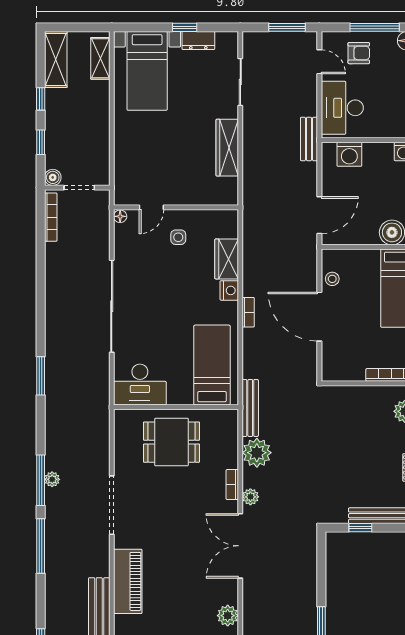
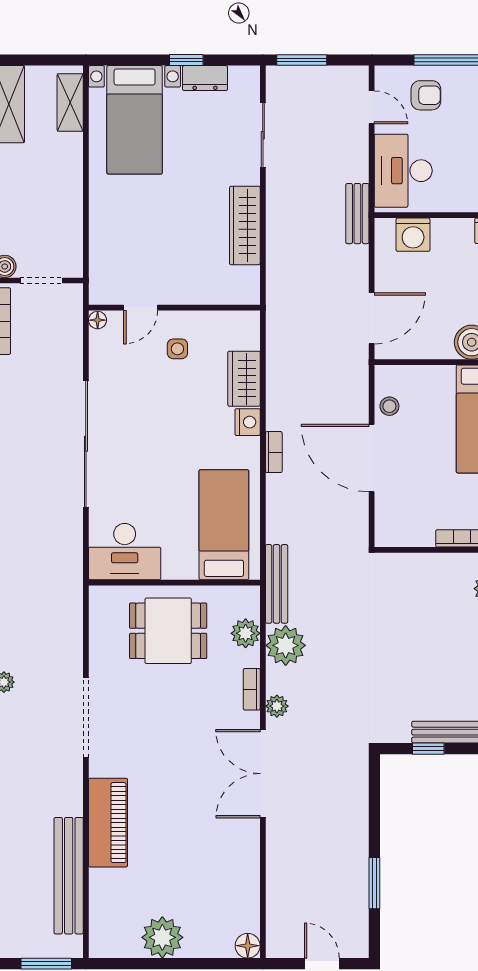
window: (287, 27) -> (302, 60), moved
plant: (228, 616) -> (246, 633), moved

